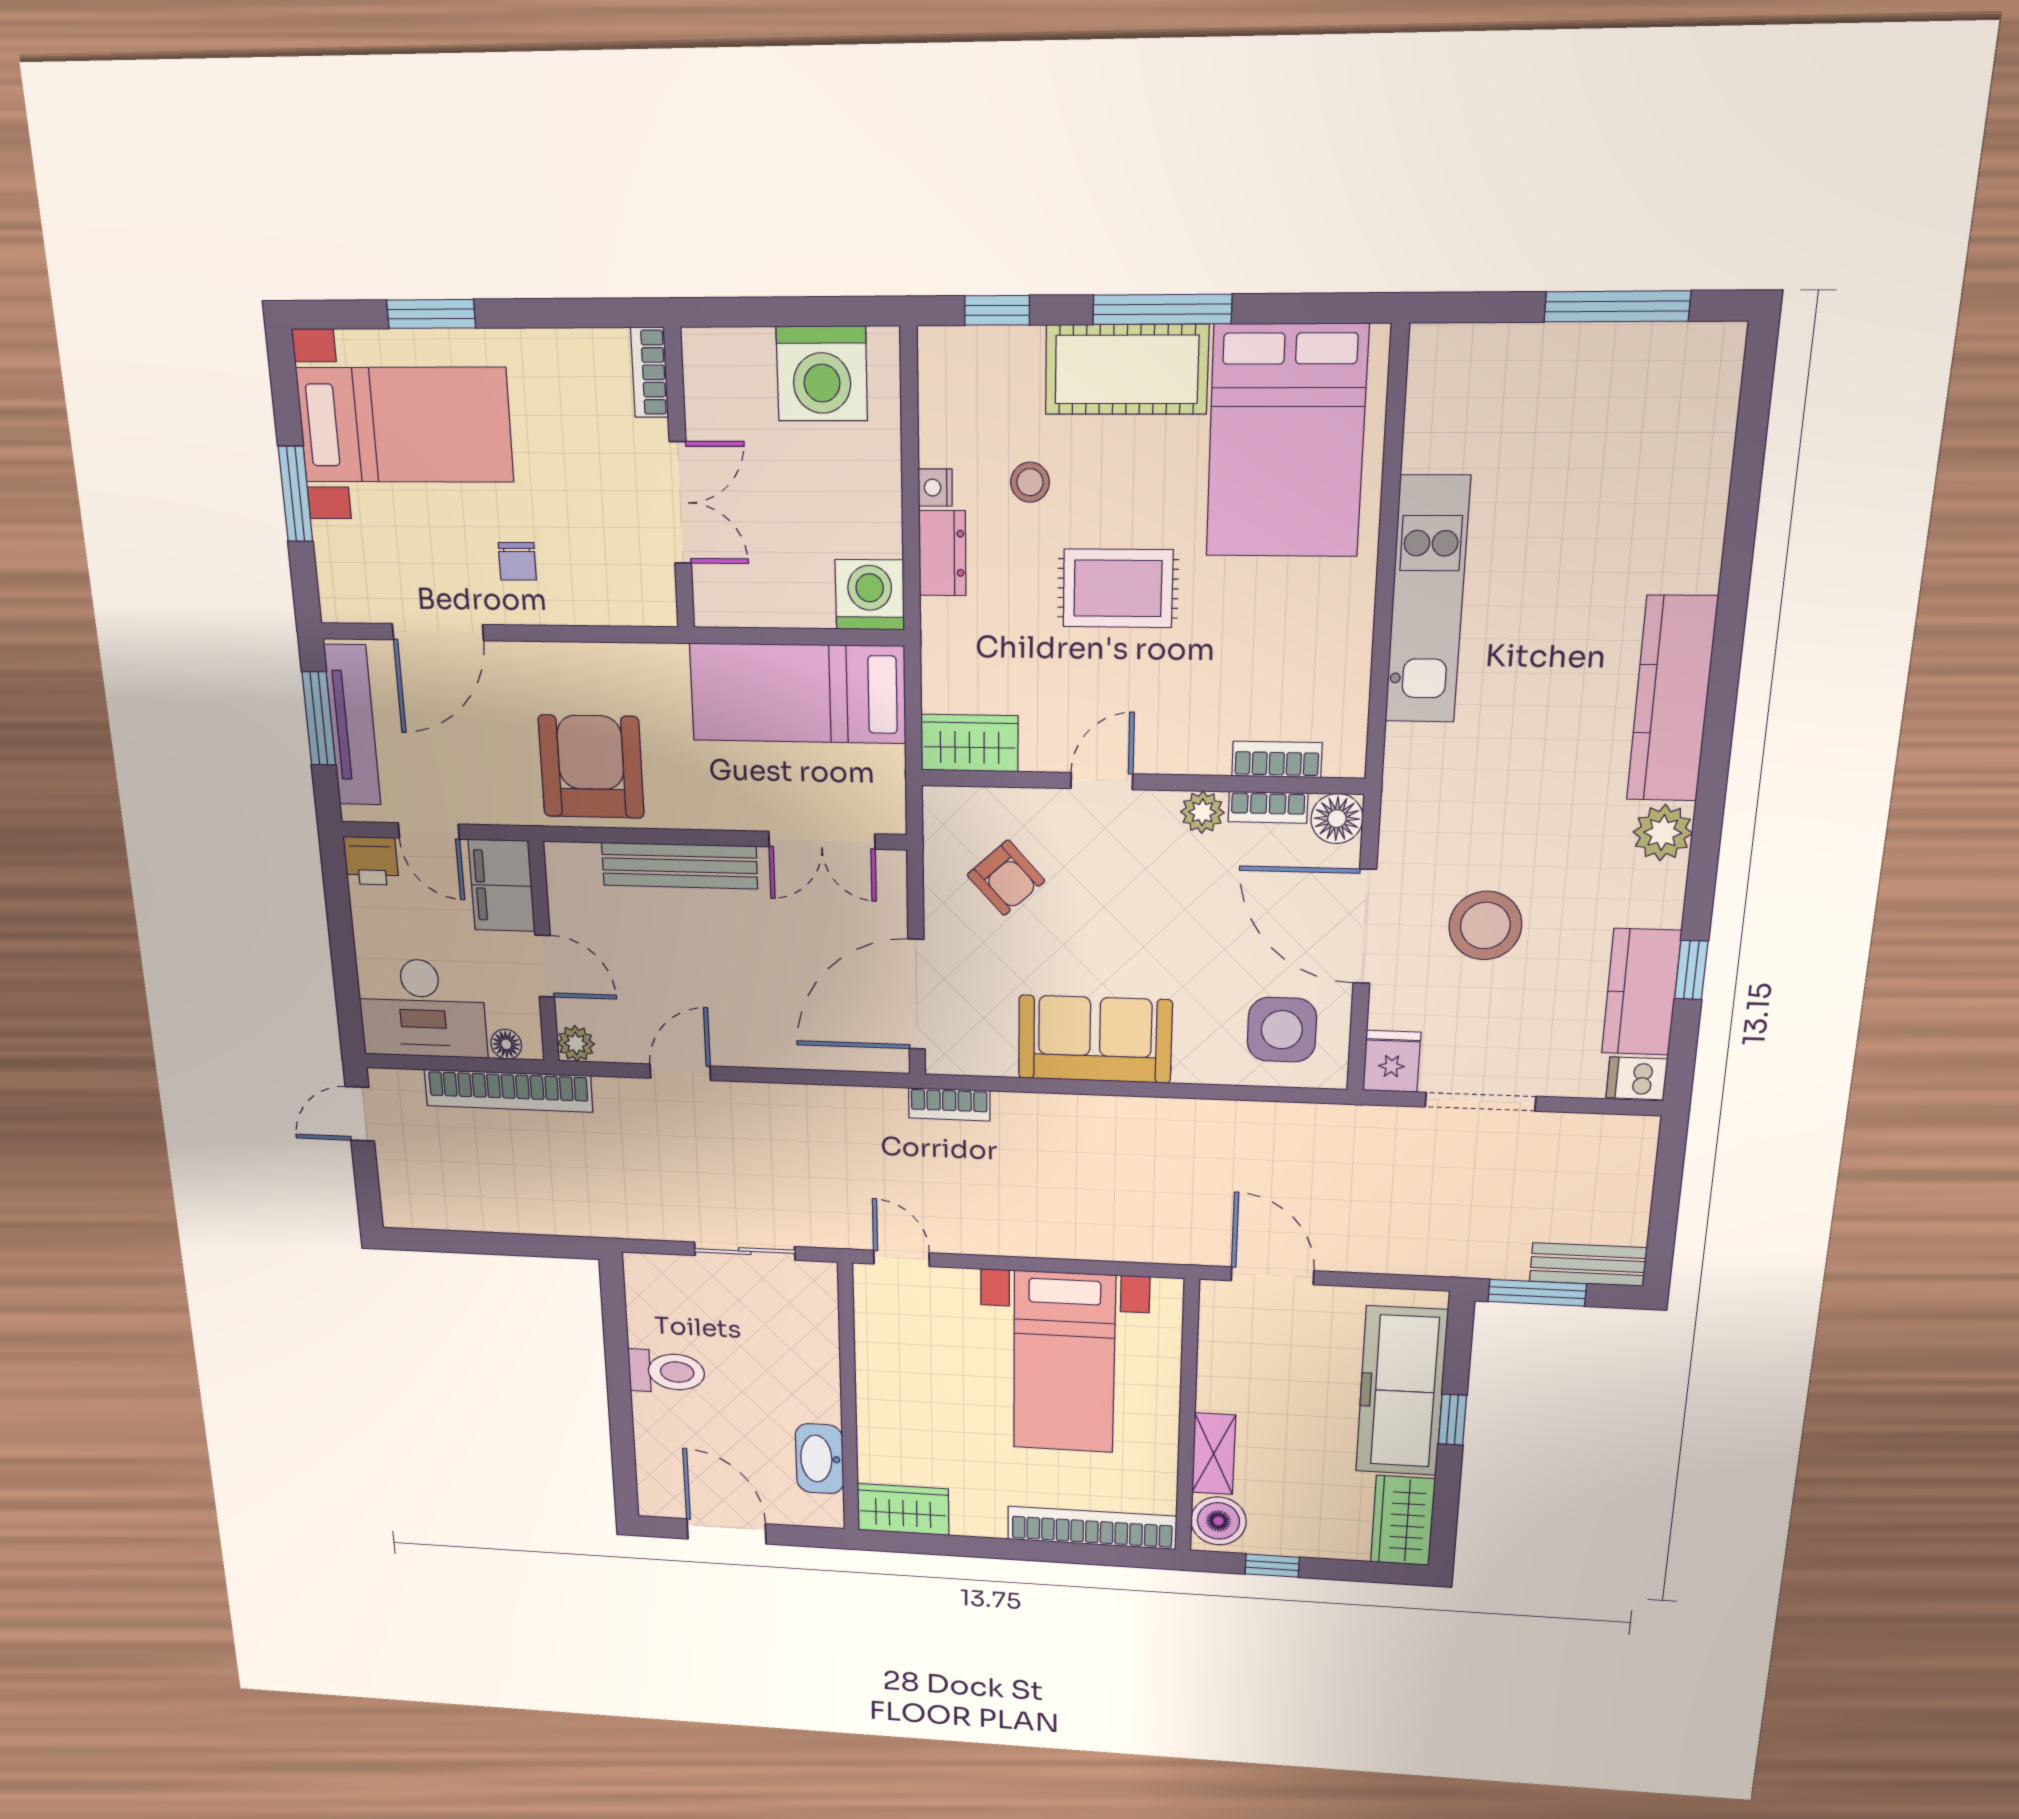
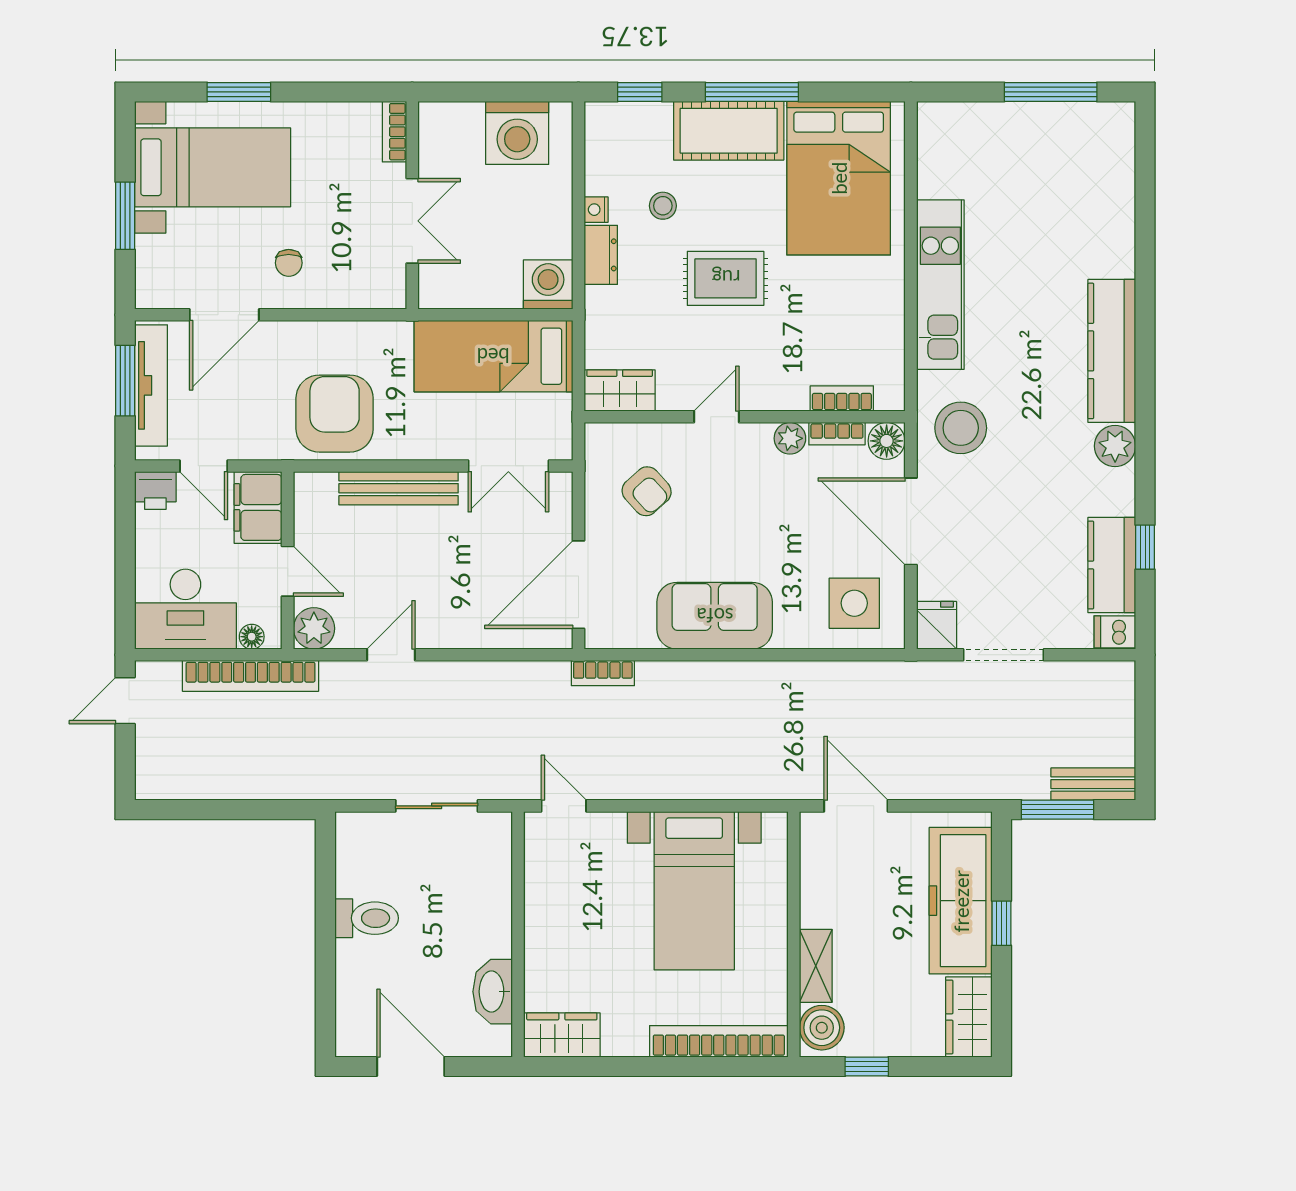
stool: (1485, 926) -> (961, 428), moved
plant: (576, 1044) -> (314, 628), width x1.38, depth x1.38

